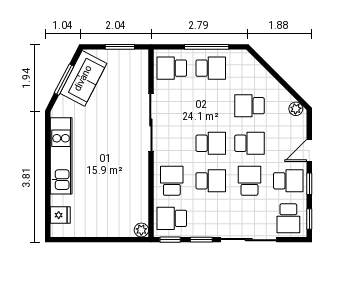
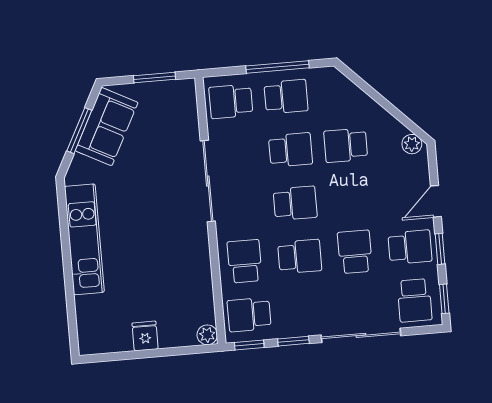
school desk: (249, 143) -> (291, 150), moved
fridge: (60, 215) -> (145, 336), moved, turned -90

